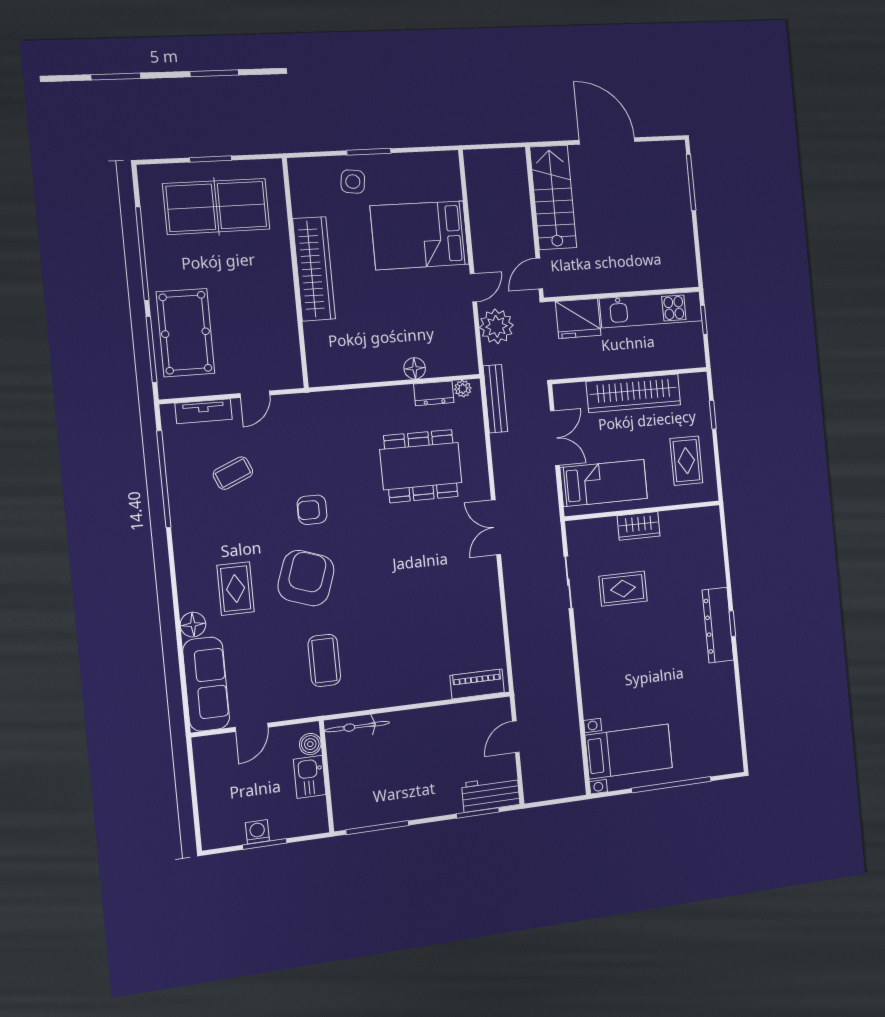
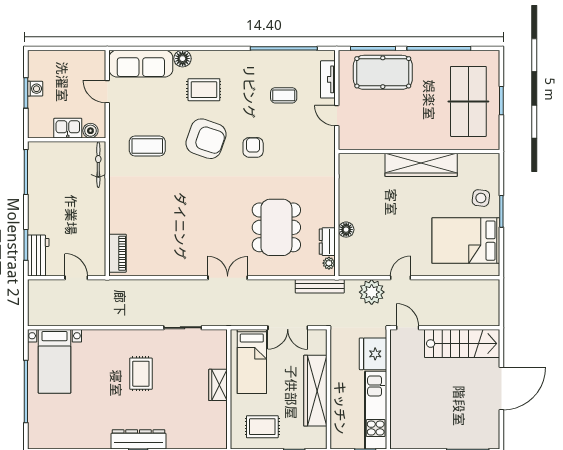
bed: (420, 235) -> (466, 241), moved, turned -90
door: (473, 288) -> (400, 278), swing flipped
coffee table: (233, 473) -> (284, 95), turned -67
rug: (623, 589) -> (141, 374), moved

